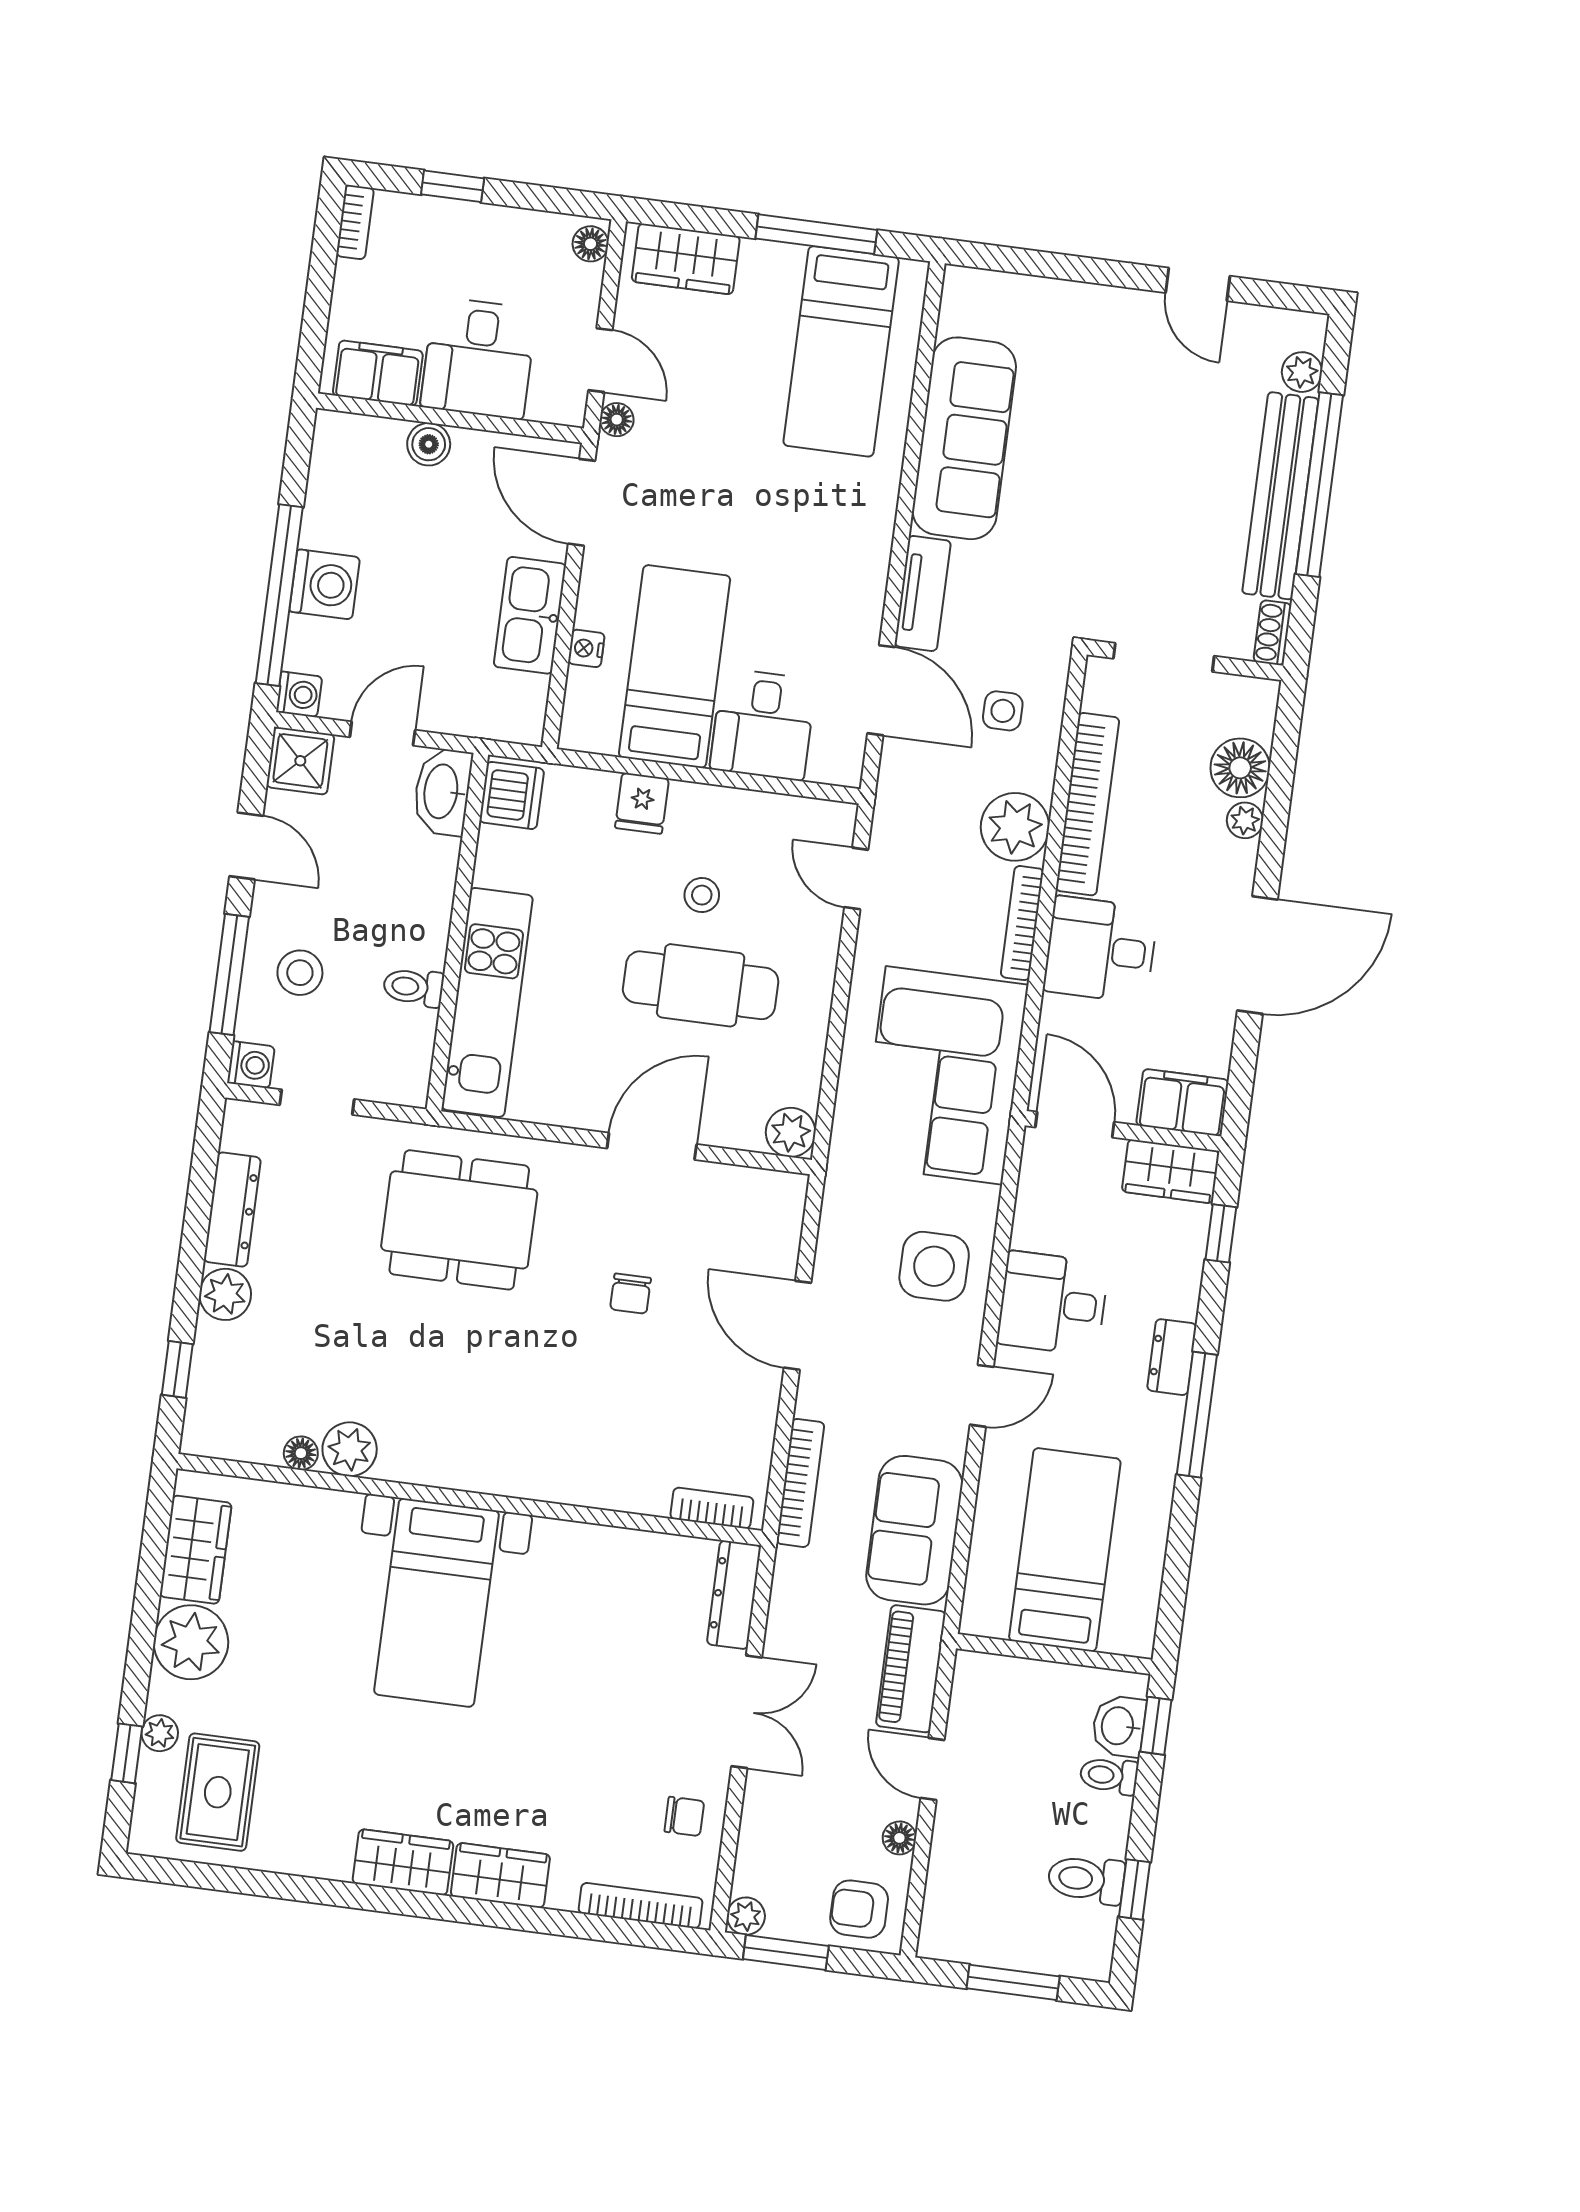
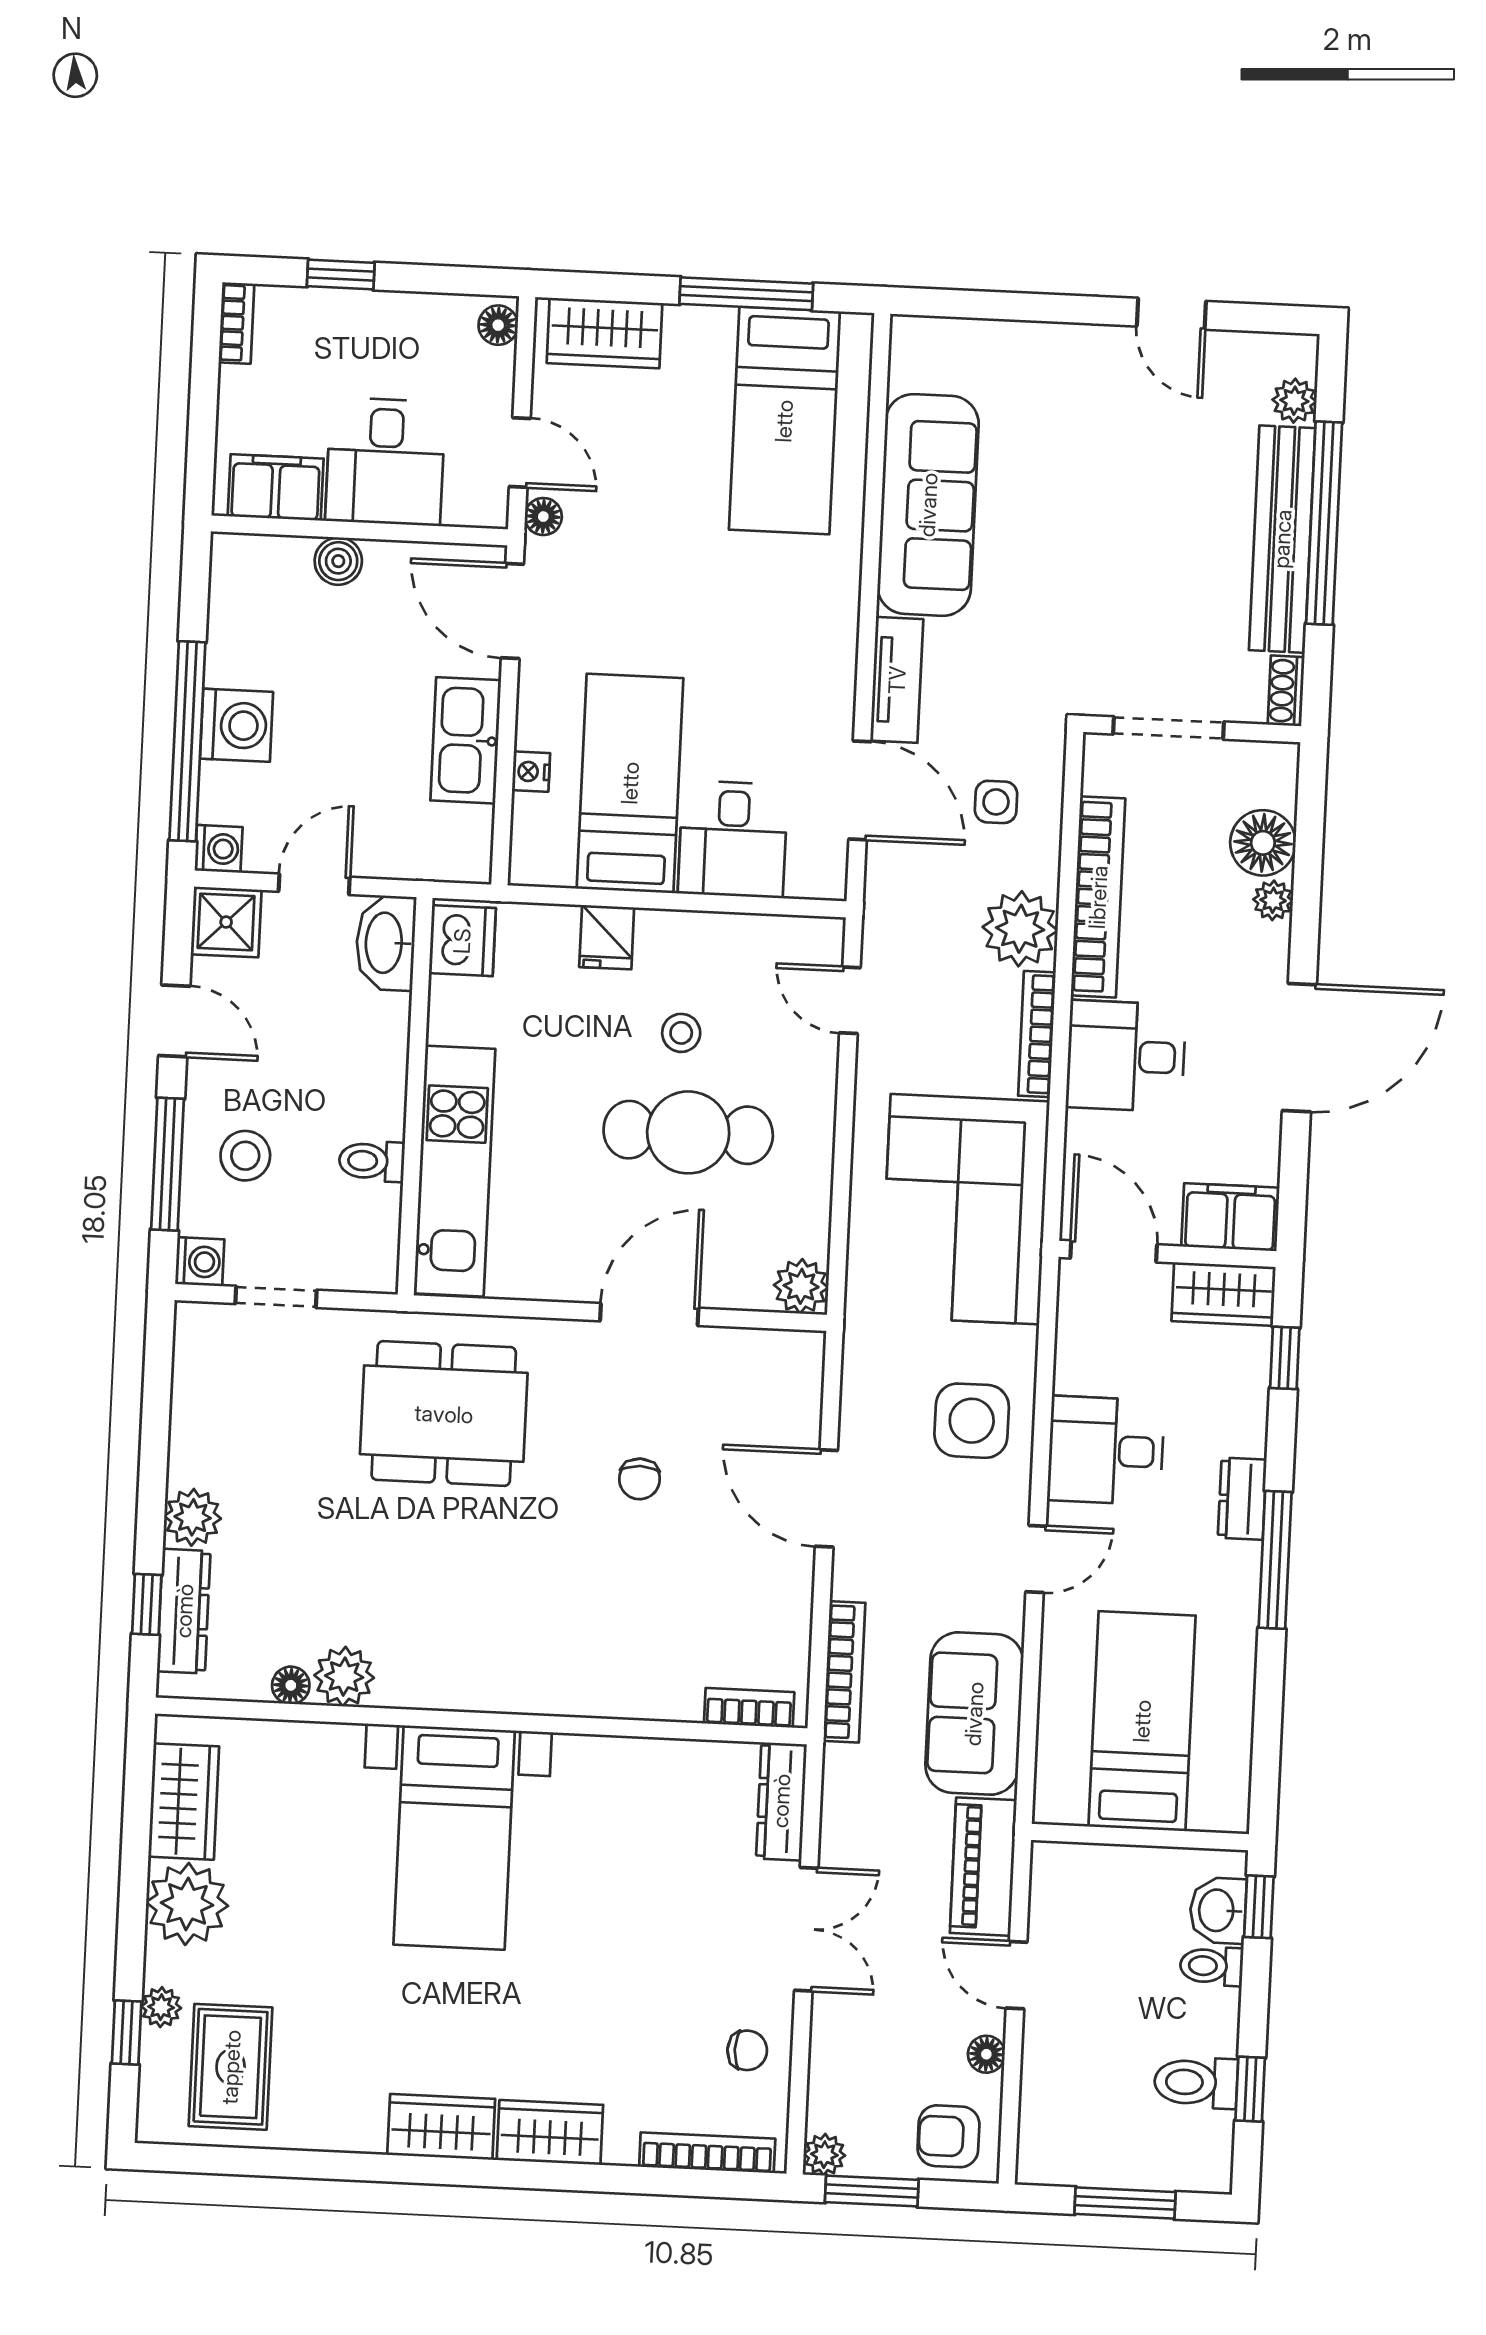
dresser: (232, 1210) -> (184, 1611), moved

